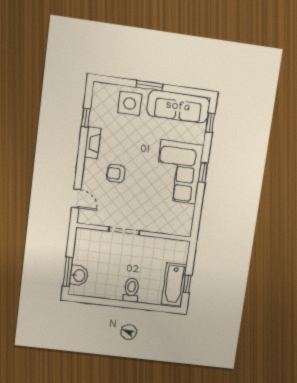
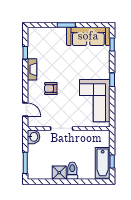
side table: (130, 104) -> (54, 39), removed
corner sofa: (179, 172) -> (95, 101), moved
washbasin: (79, 276) -> (33, 137), moved
shower: (113, 291) -> (59, 173), added

